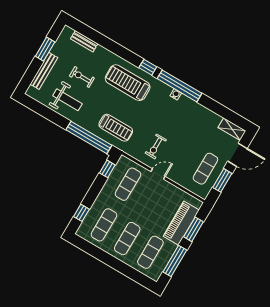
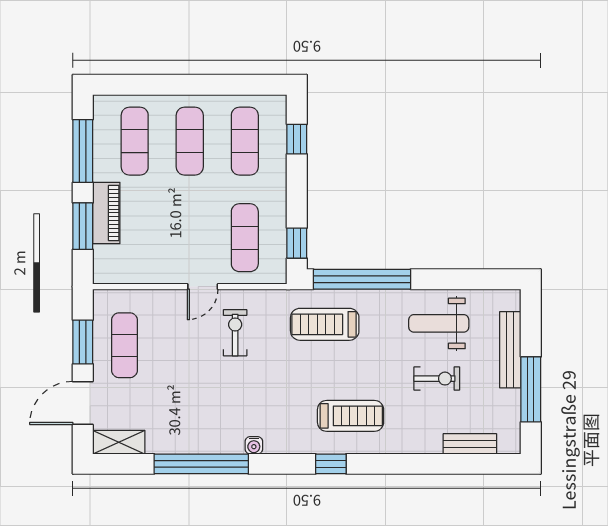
window: (45, 49) -> (531, 389), width x1.44
treadmill: (128, 83) -> (351, 416), width x0.73, depth x0.73
window: (179, 86) -> (201, 464), moved
piano: (181, 223) -> (106, 213), width x0.73, depth x0.75

